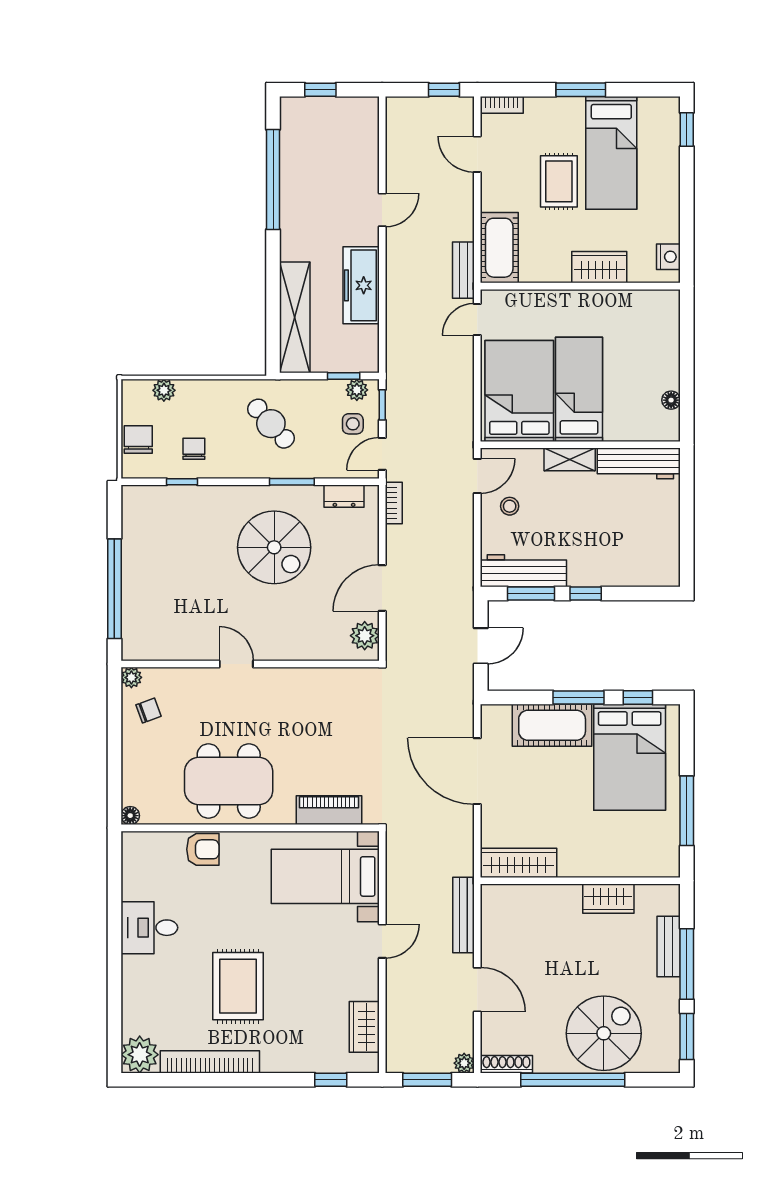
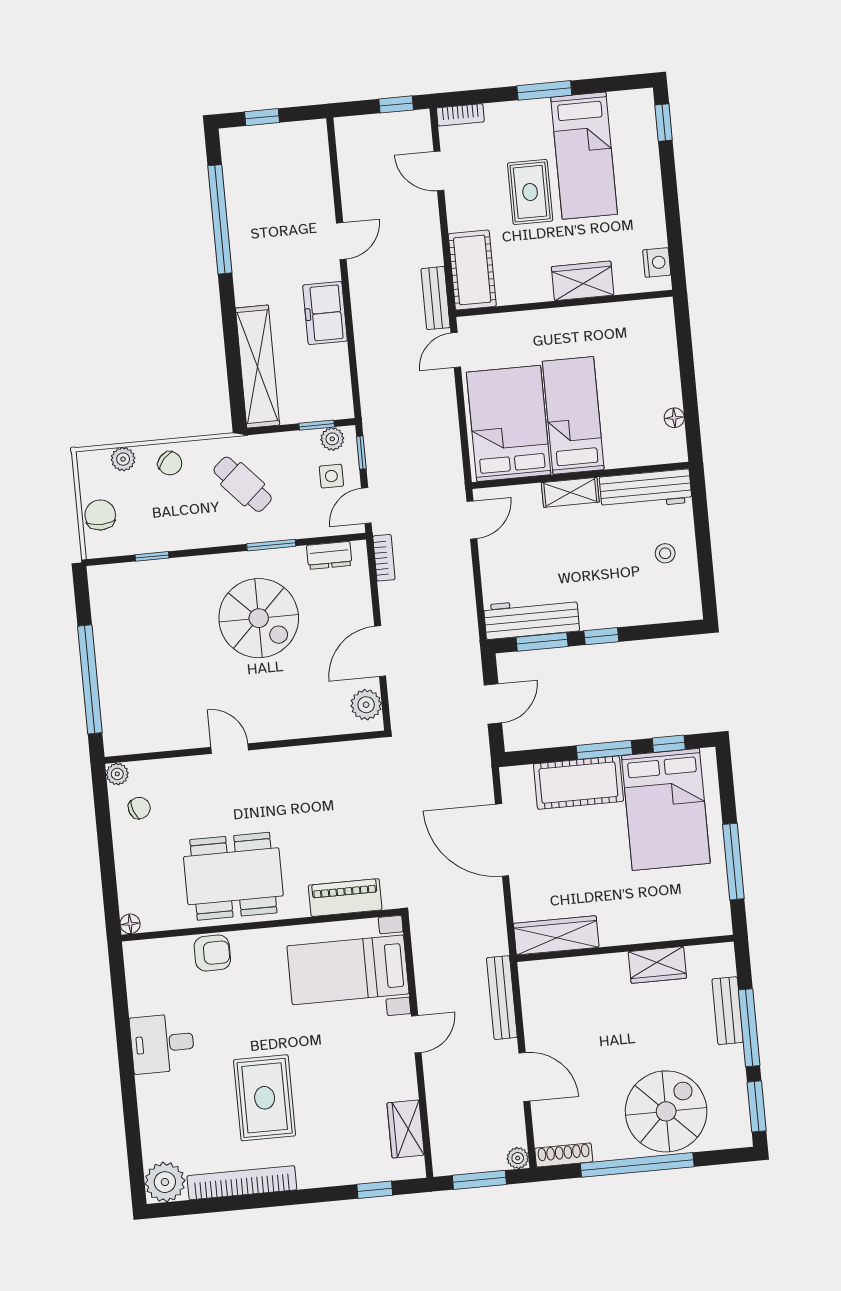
freezer: (361, 285) -> (325, 313), width x0.71
chair: (194, 449) -> (170, 463), moved, turned 132
stool: (510, 506) -> (665, 553), moved

